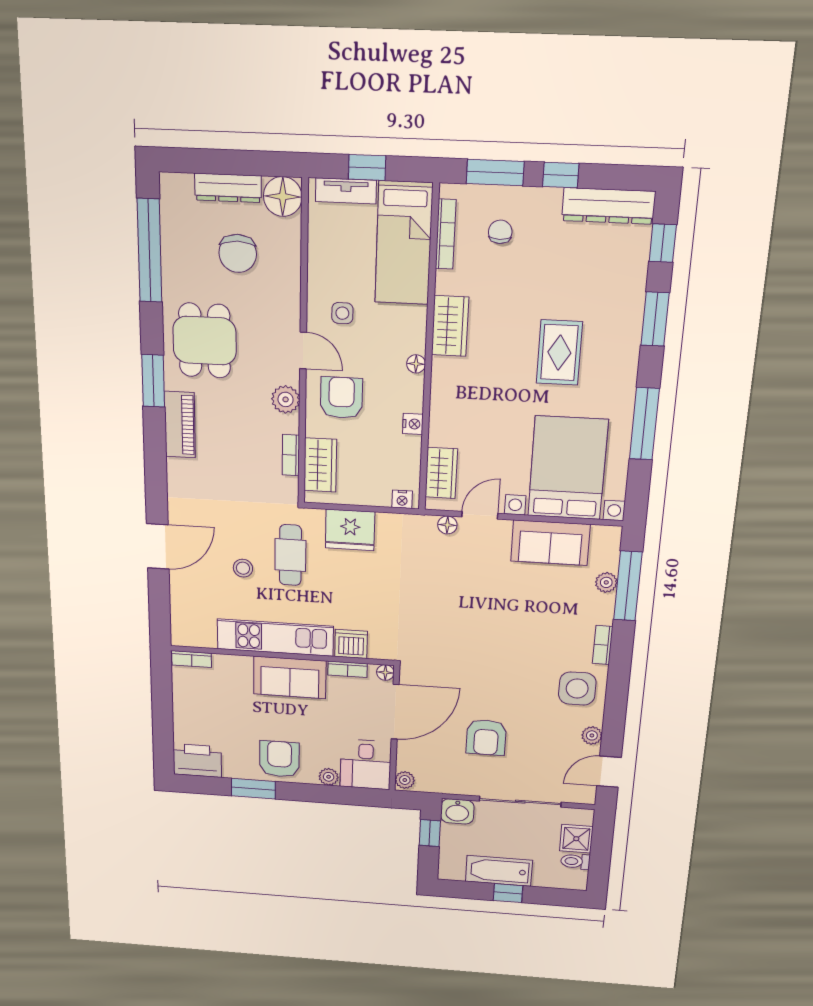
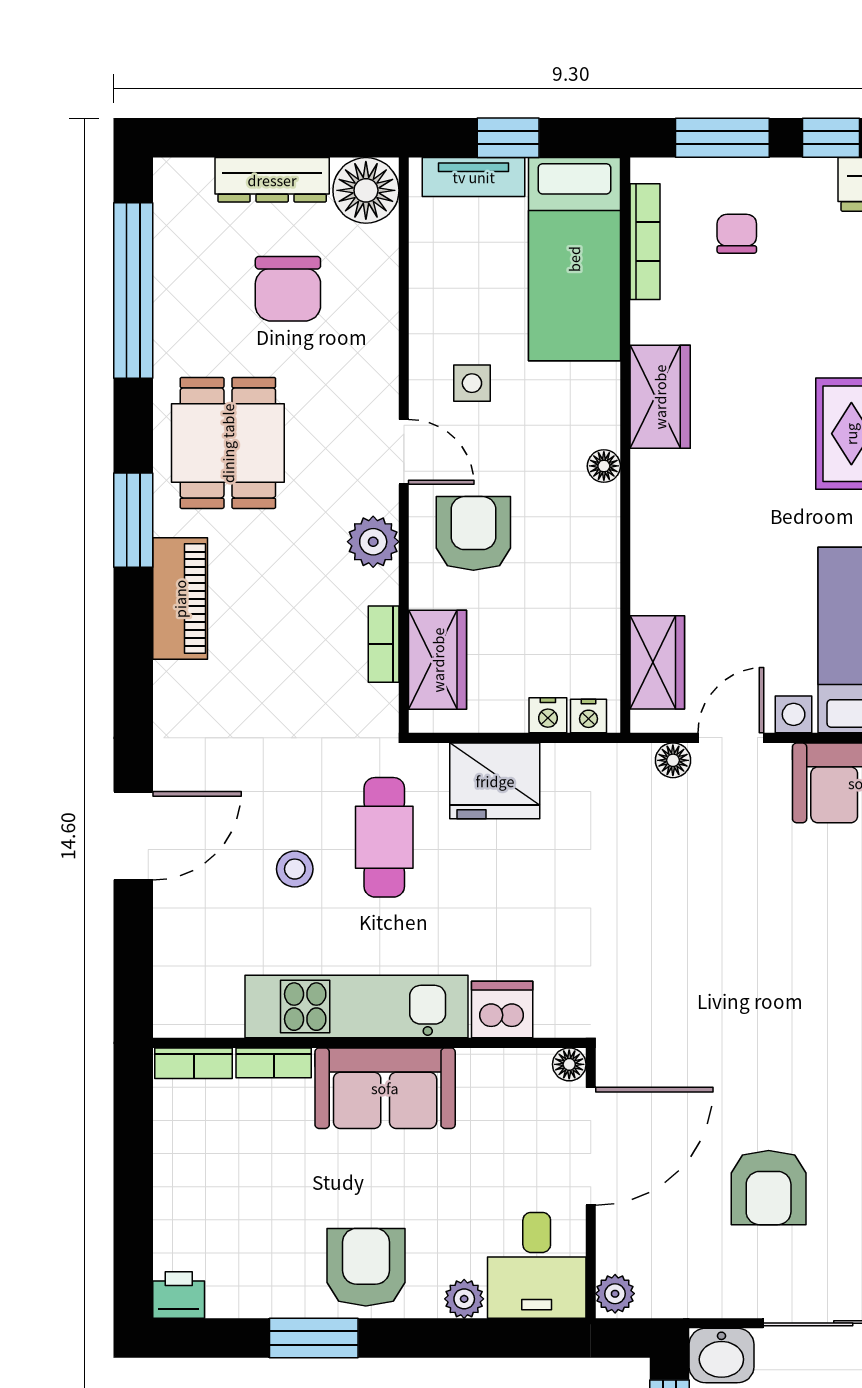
nightstand: (413, 424) -> (548, 715), moved, turned 90
bookcase: (348, 669) -> (274, 1063), moved
printer: (197, 761) -> (179, 1295), width x0.53, depth x0.68

